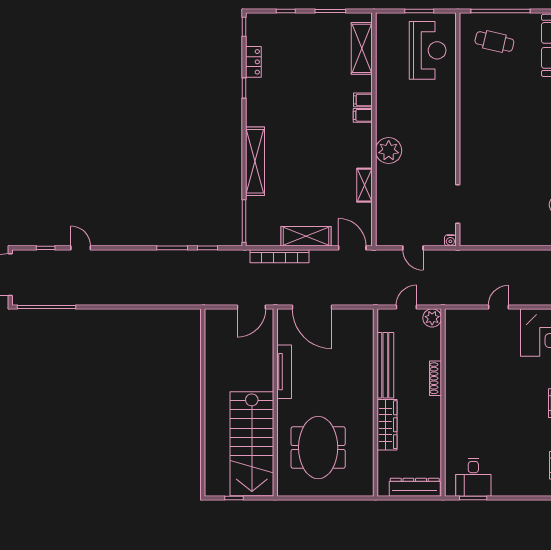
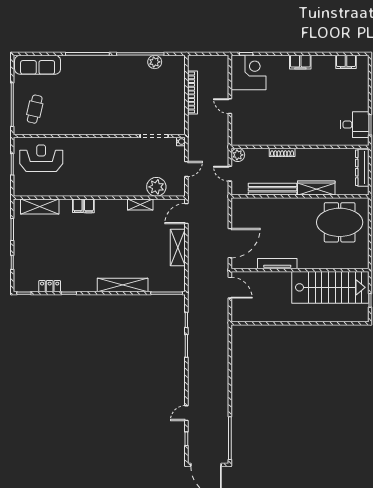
plant: (389, 151) -> (156, 187), moved
bookcase: (280, 256) -> (192, 92), moved
meeting table: (318, 448) -> (340, 222), moved

